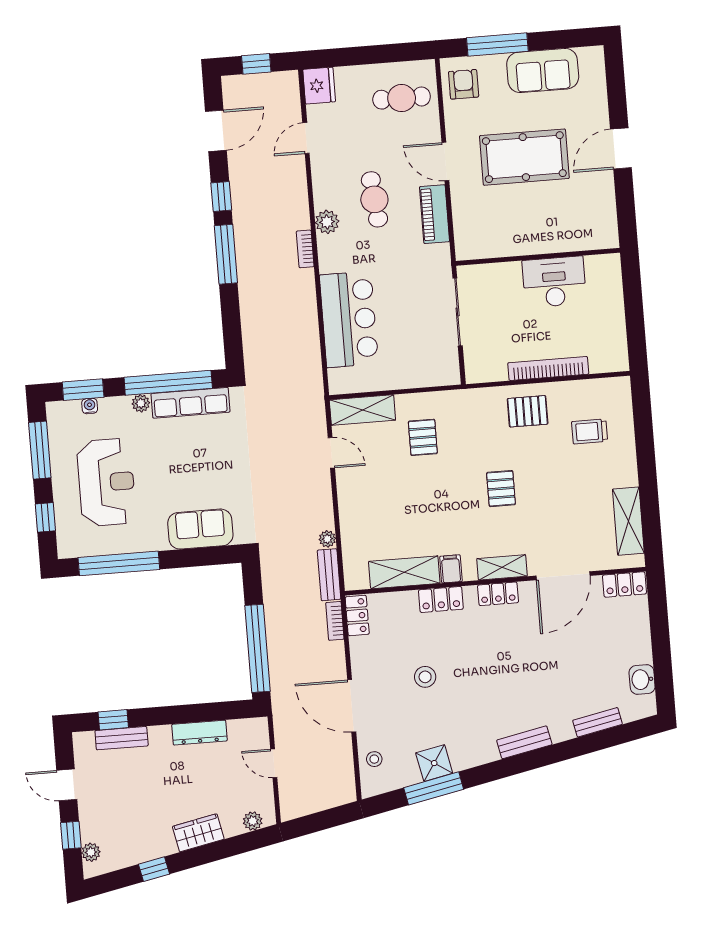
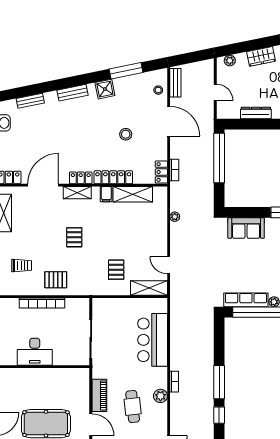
bench: (329, 575) -> (175, 83), moved
locker: (441, 599) -> (113, 177), width x1.53
shower: (434, 763) -> (105, 89), moved

